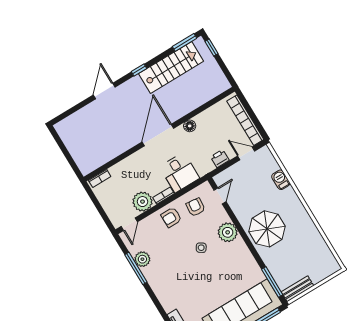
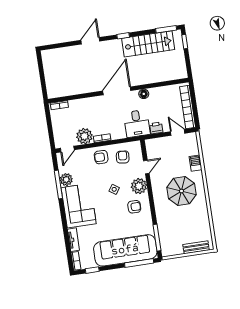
desk: (180, 172) -> (137, 124), moved
door: (220, 196) -> (146, 167), moved
parasol: (267, 229) -> (181, 191), moved
armchair: (232, 258) -> (134, 207), added
corner sofa: (169, 283) -> (79, 206), added
bench: (297, 289) -> (196, 247), moved

